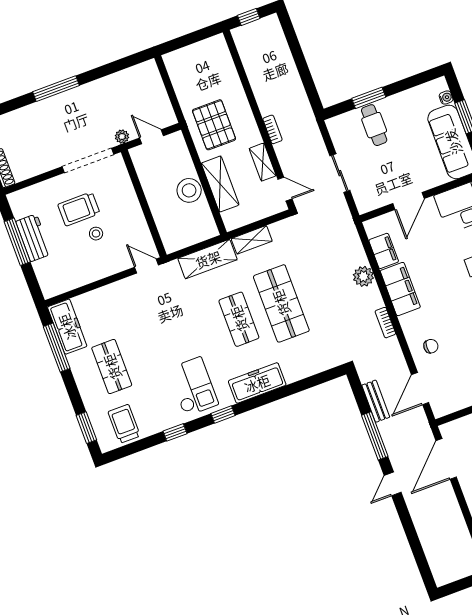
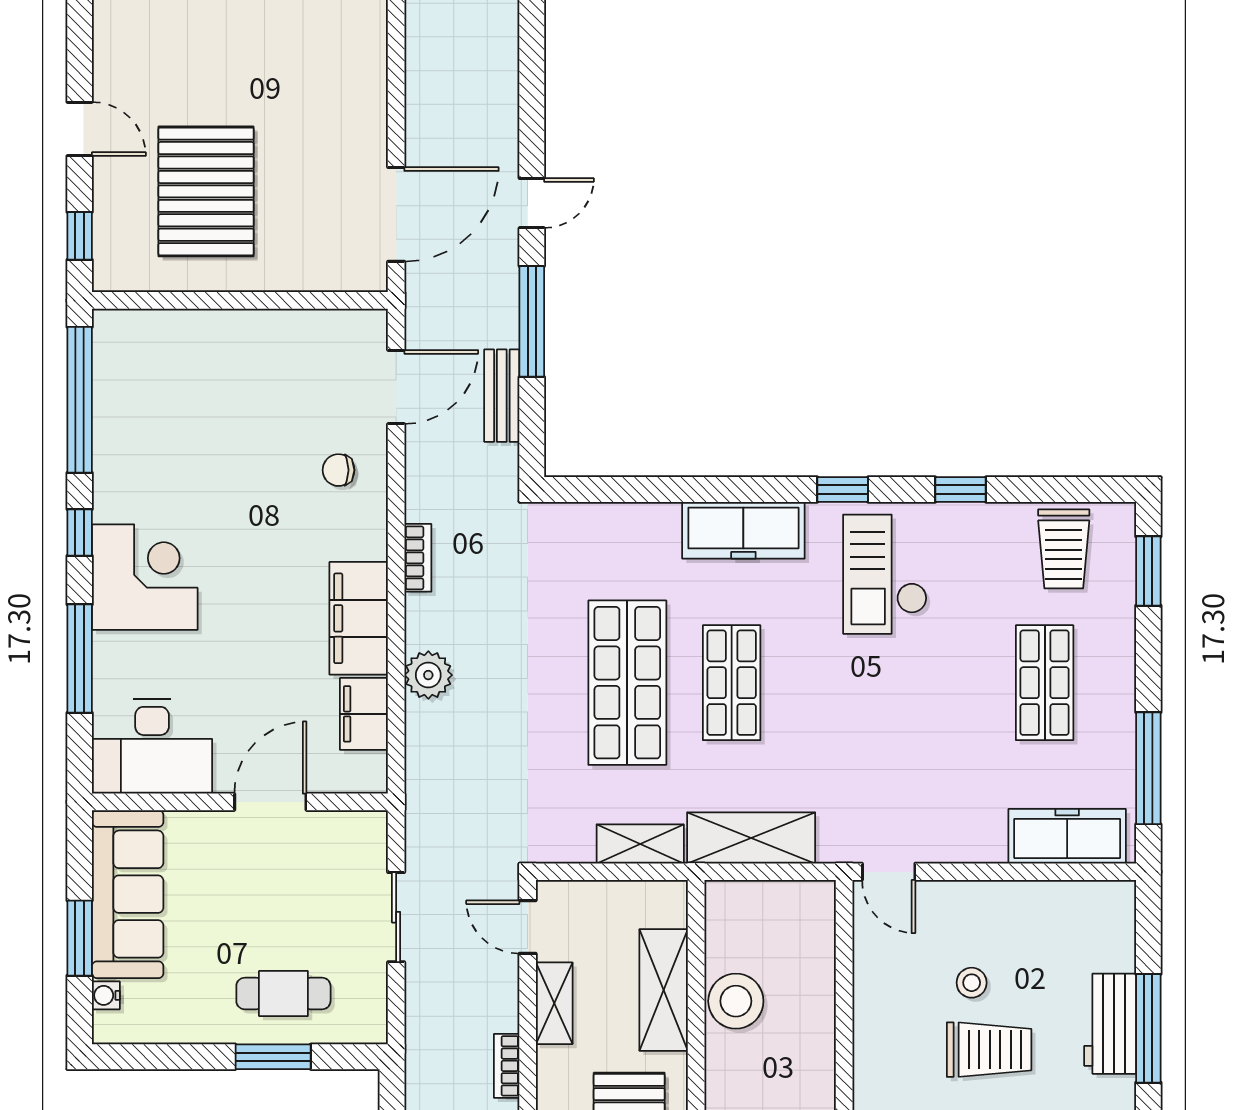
cafe table: (374, 125) -> (283, 994), turned 90
freezer: (67, 327) -> (1067, 836), moved, turned 90

